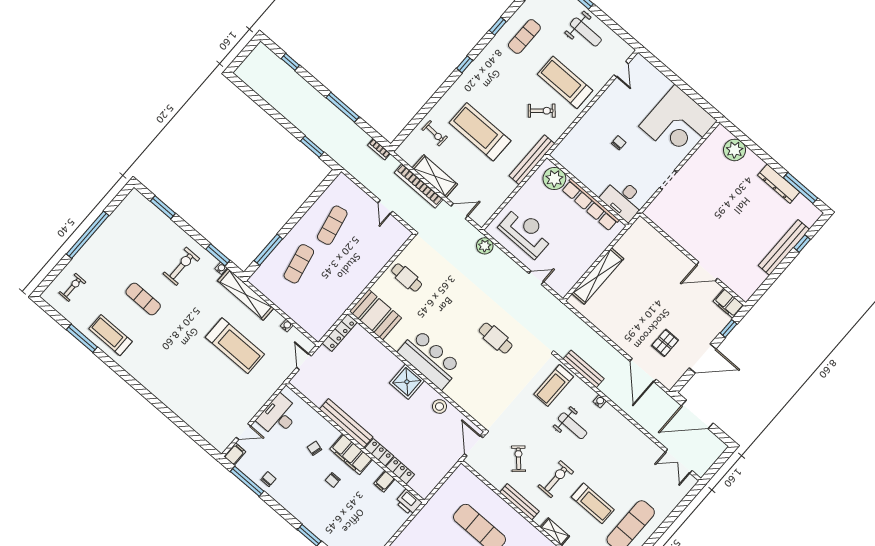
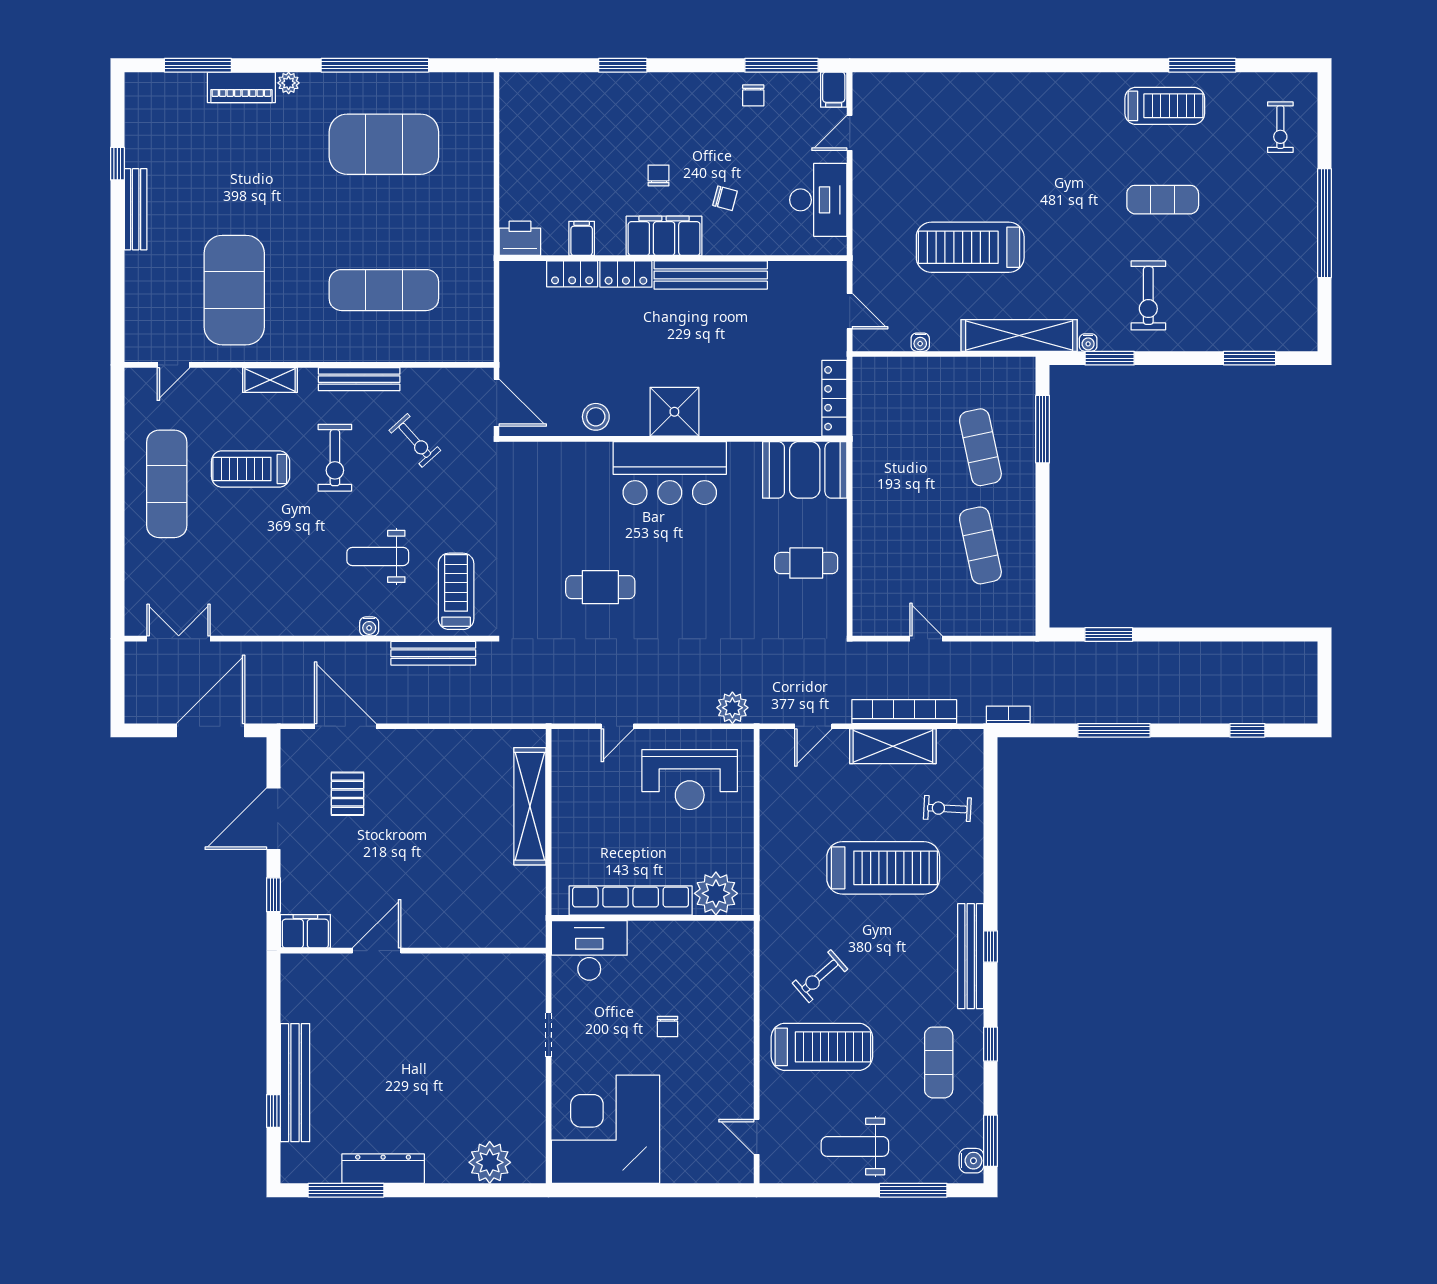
bench: (532, 160) -> (971, 956), moved

